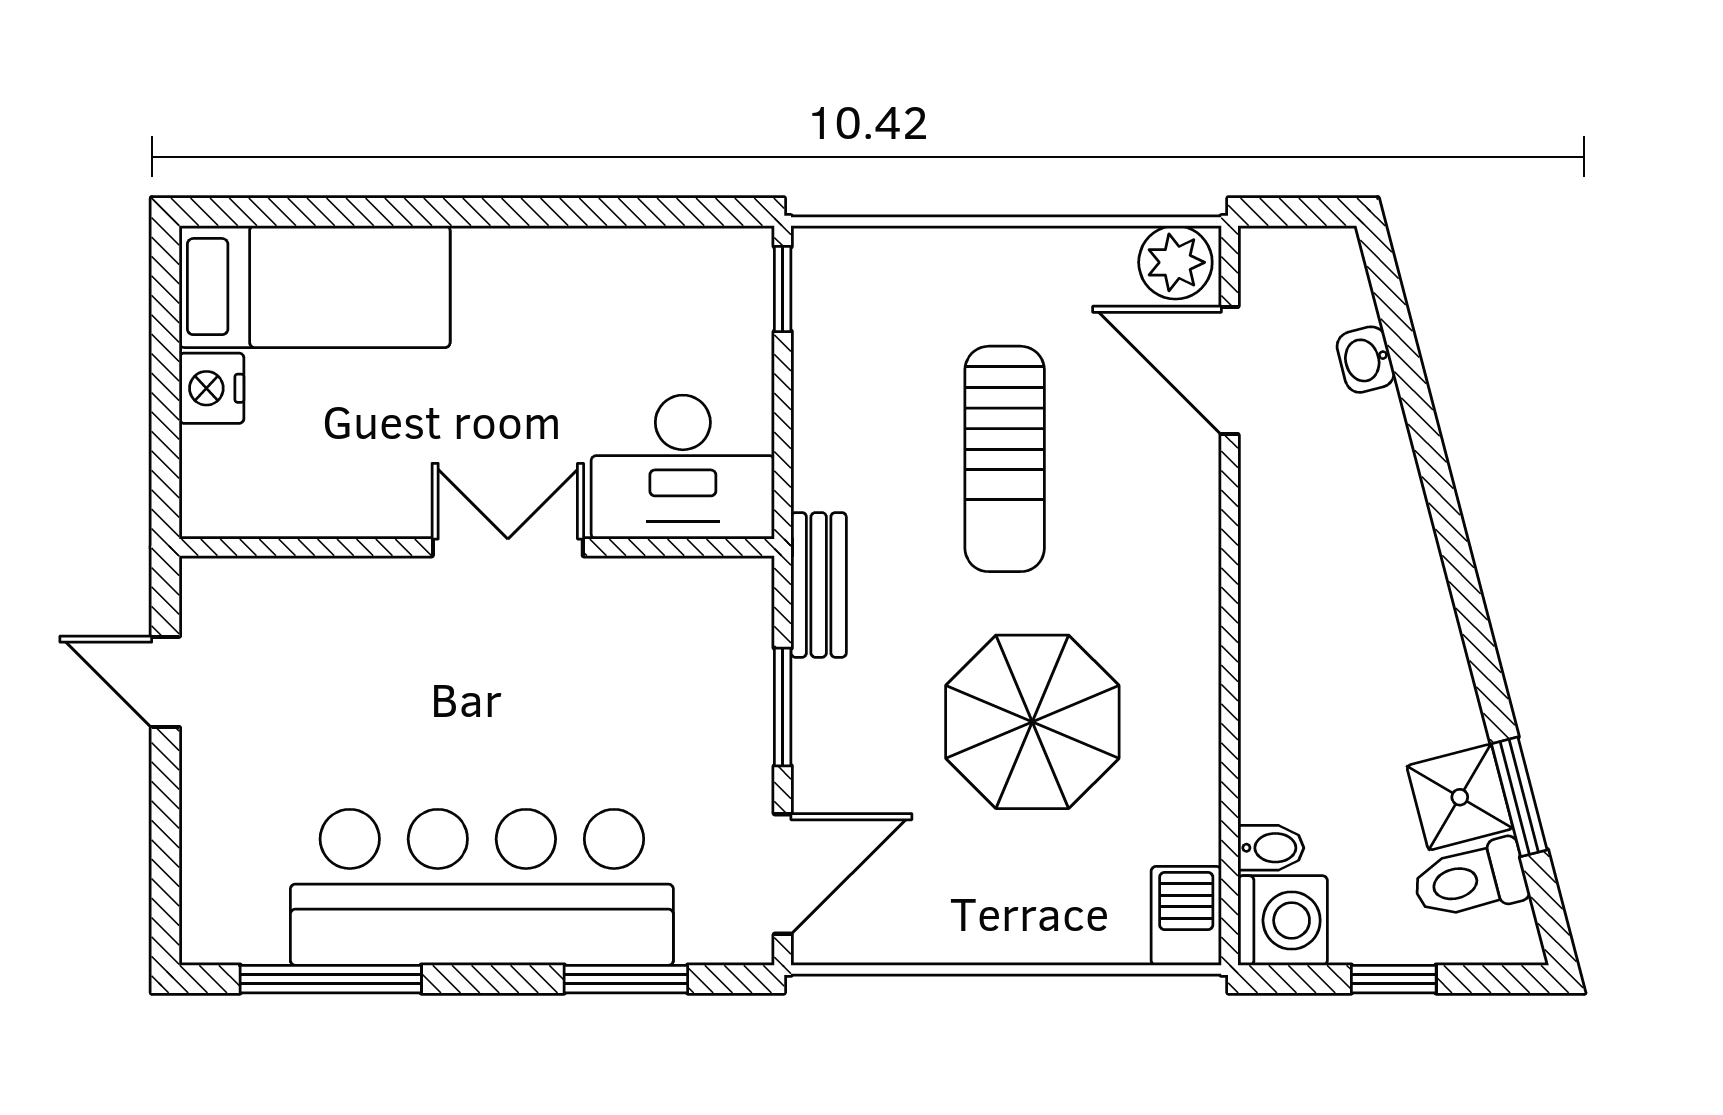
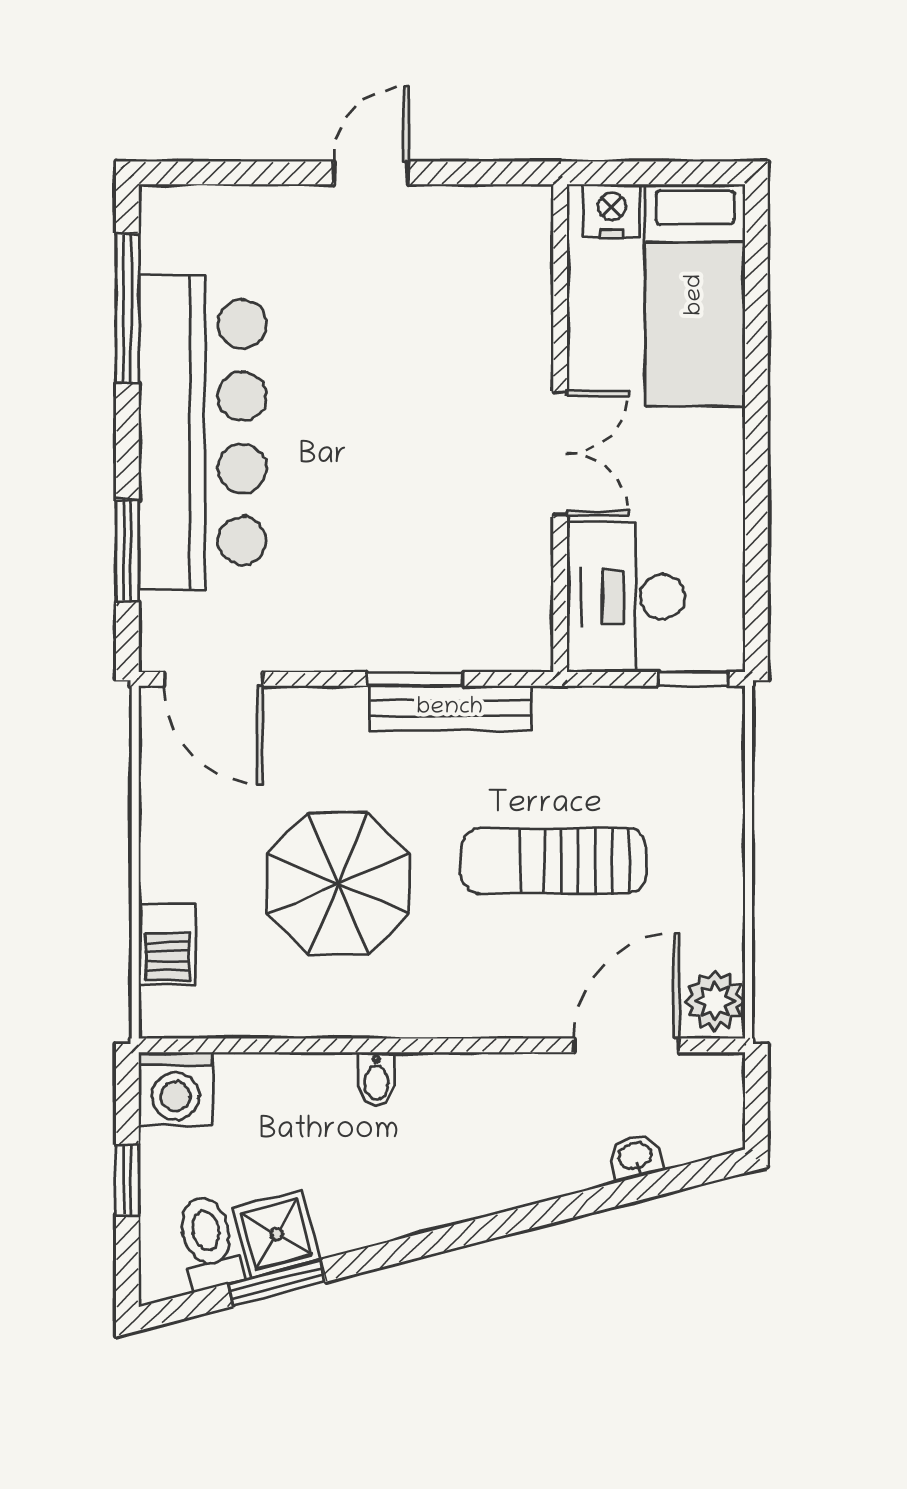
desk: (683, 467) -> (626, 597), moved
wall: (477, 547) -> (560, 428), moved
double door: (508, 547) -> (560, 454), moved
bench: (819, 585) -> (450, 708), width x1.36
window: (783, 707) -> (415, 679), moved
bidet: (1271, 848) -> (376, 1079), moved
barbecue: (1186, 916) -> (167, 945), moved, turned 90

